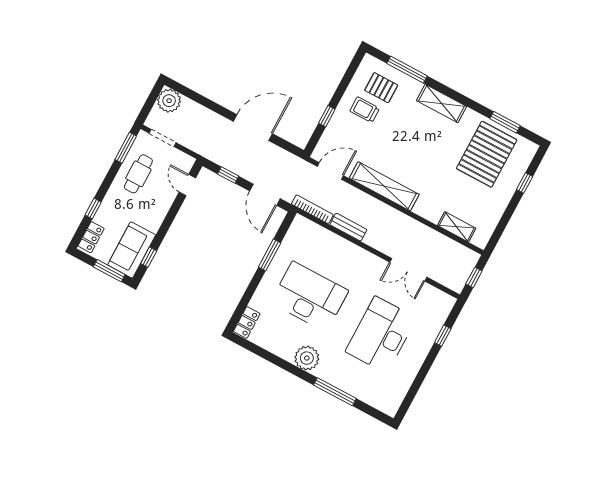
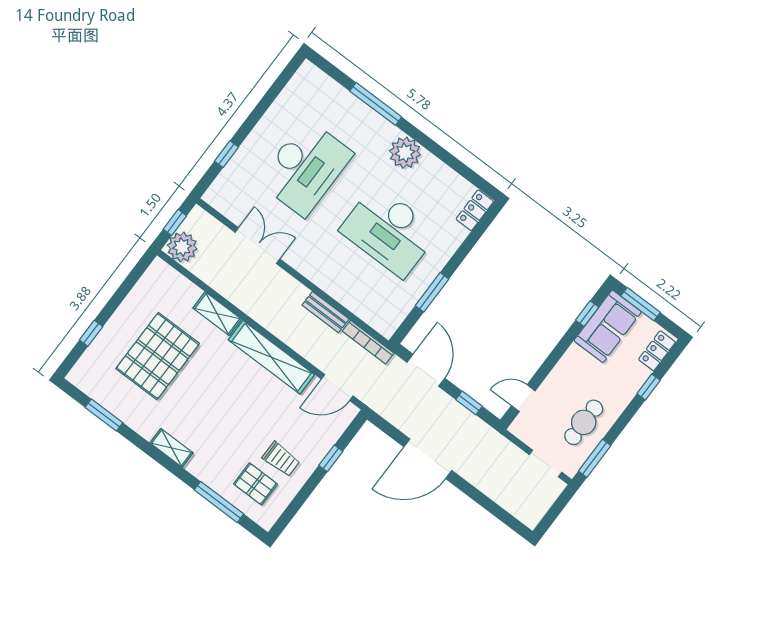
plant: (169, 101) -> (182, 247), moved
shelving: (441, 104) -> (172, 448), width x0.67, depth x0.75
pallet: (487, 154) -> (158, 356), moved
door: (187, 185) -> (523, 398), swing flipped
shelving: (457, 227) -> (217, 314), moved

